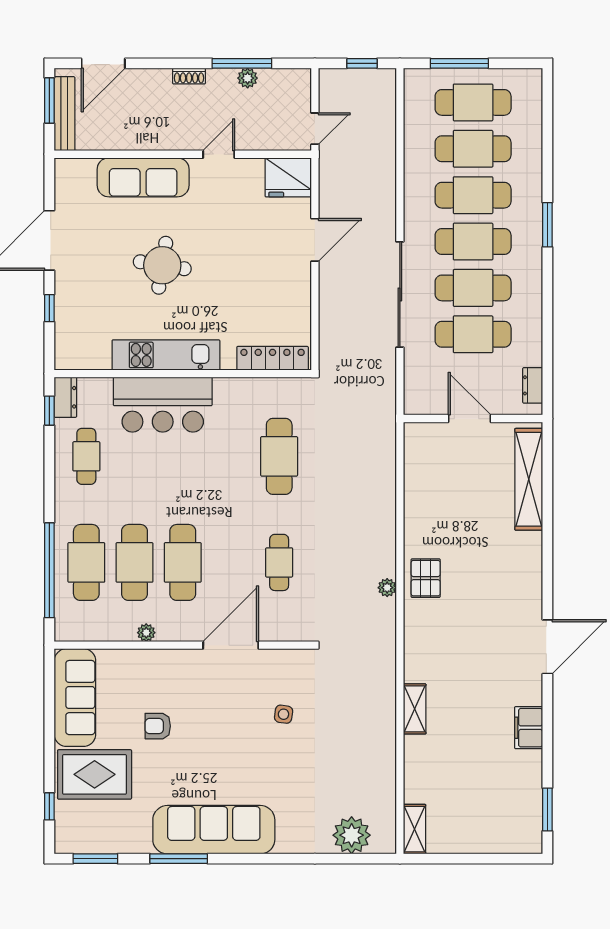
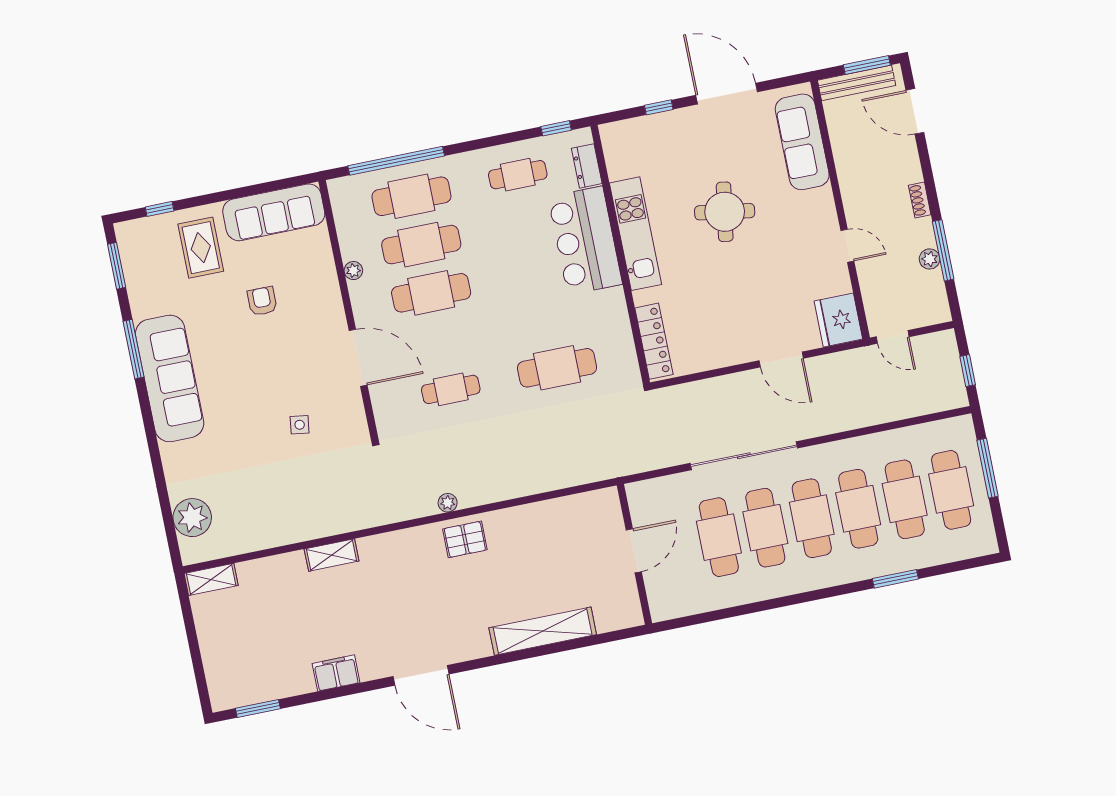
sofa: (143, 177) -> (802, 142), moved
window: (547, 225) -> (895, 579), moved
dresser: (533, 385) -> (680, 607), removed
dresser: (65, 397) -> (587, 166), moved, turned 90
shelving: (529, 479) -> (543, 631), moved
rug: (95, 774) -> (201, 248), width x0.73, depth x0.70

